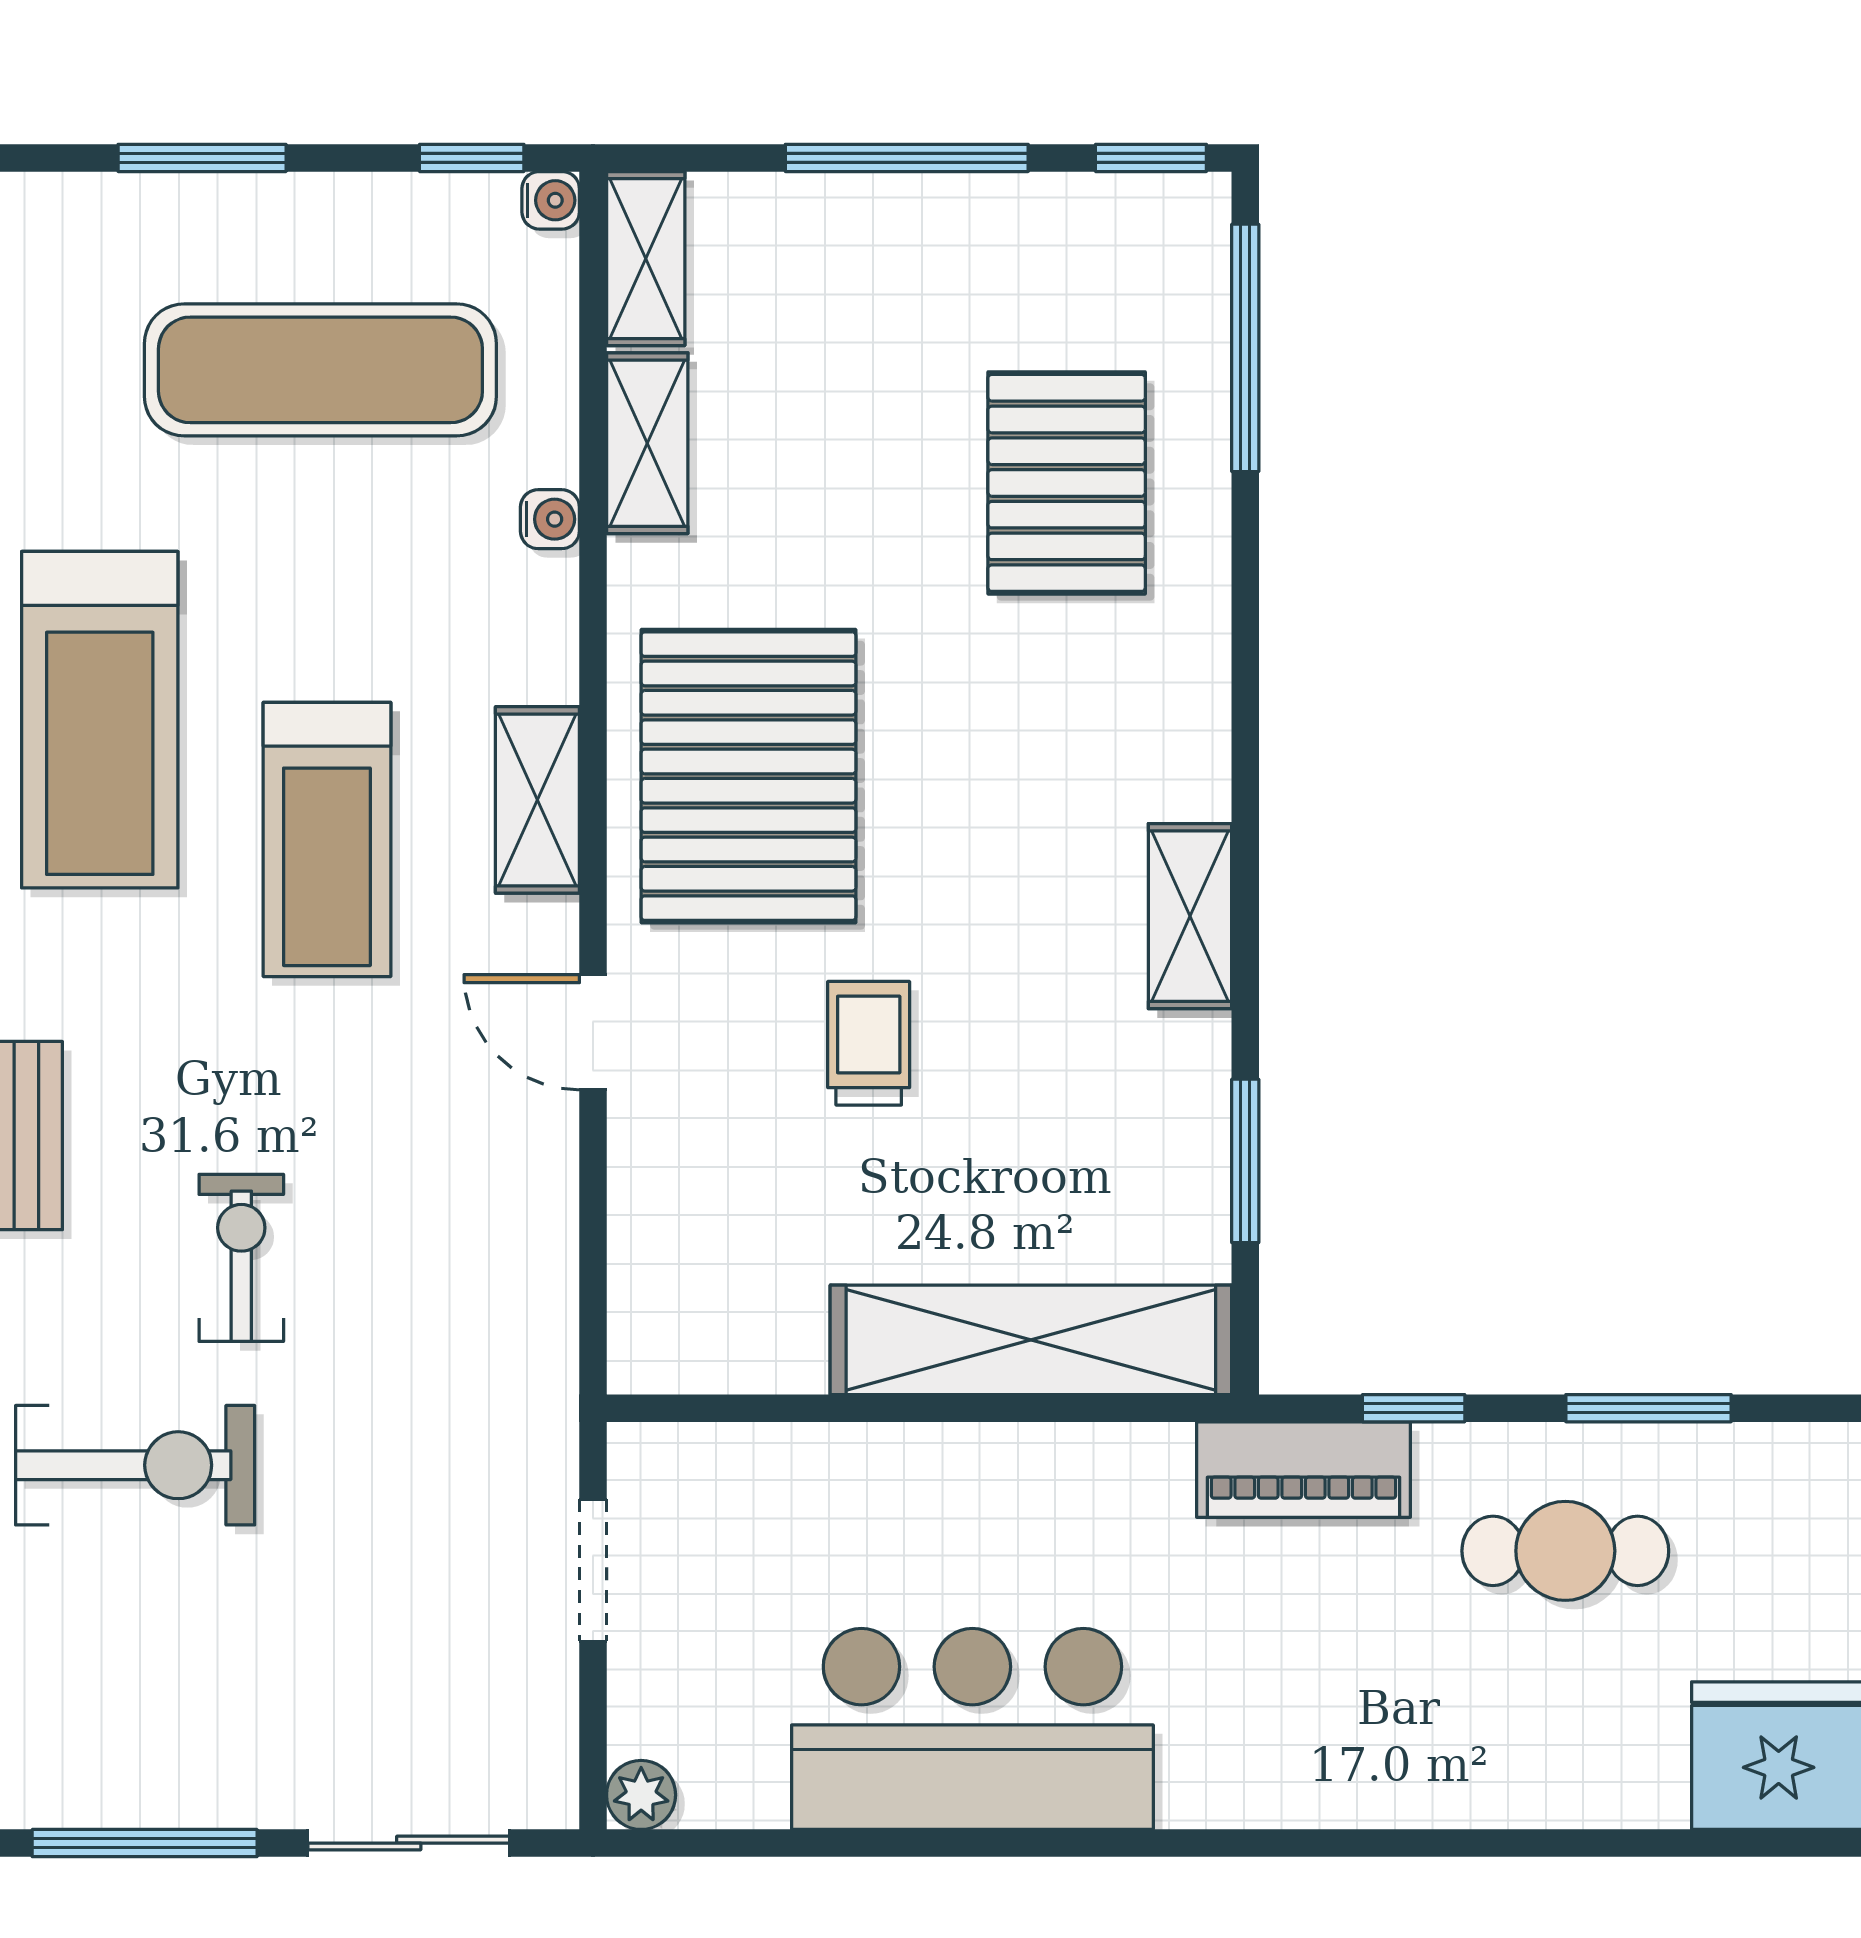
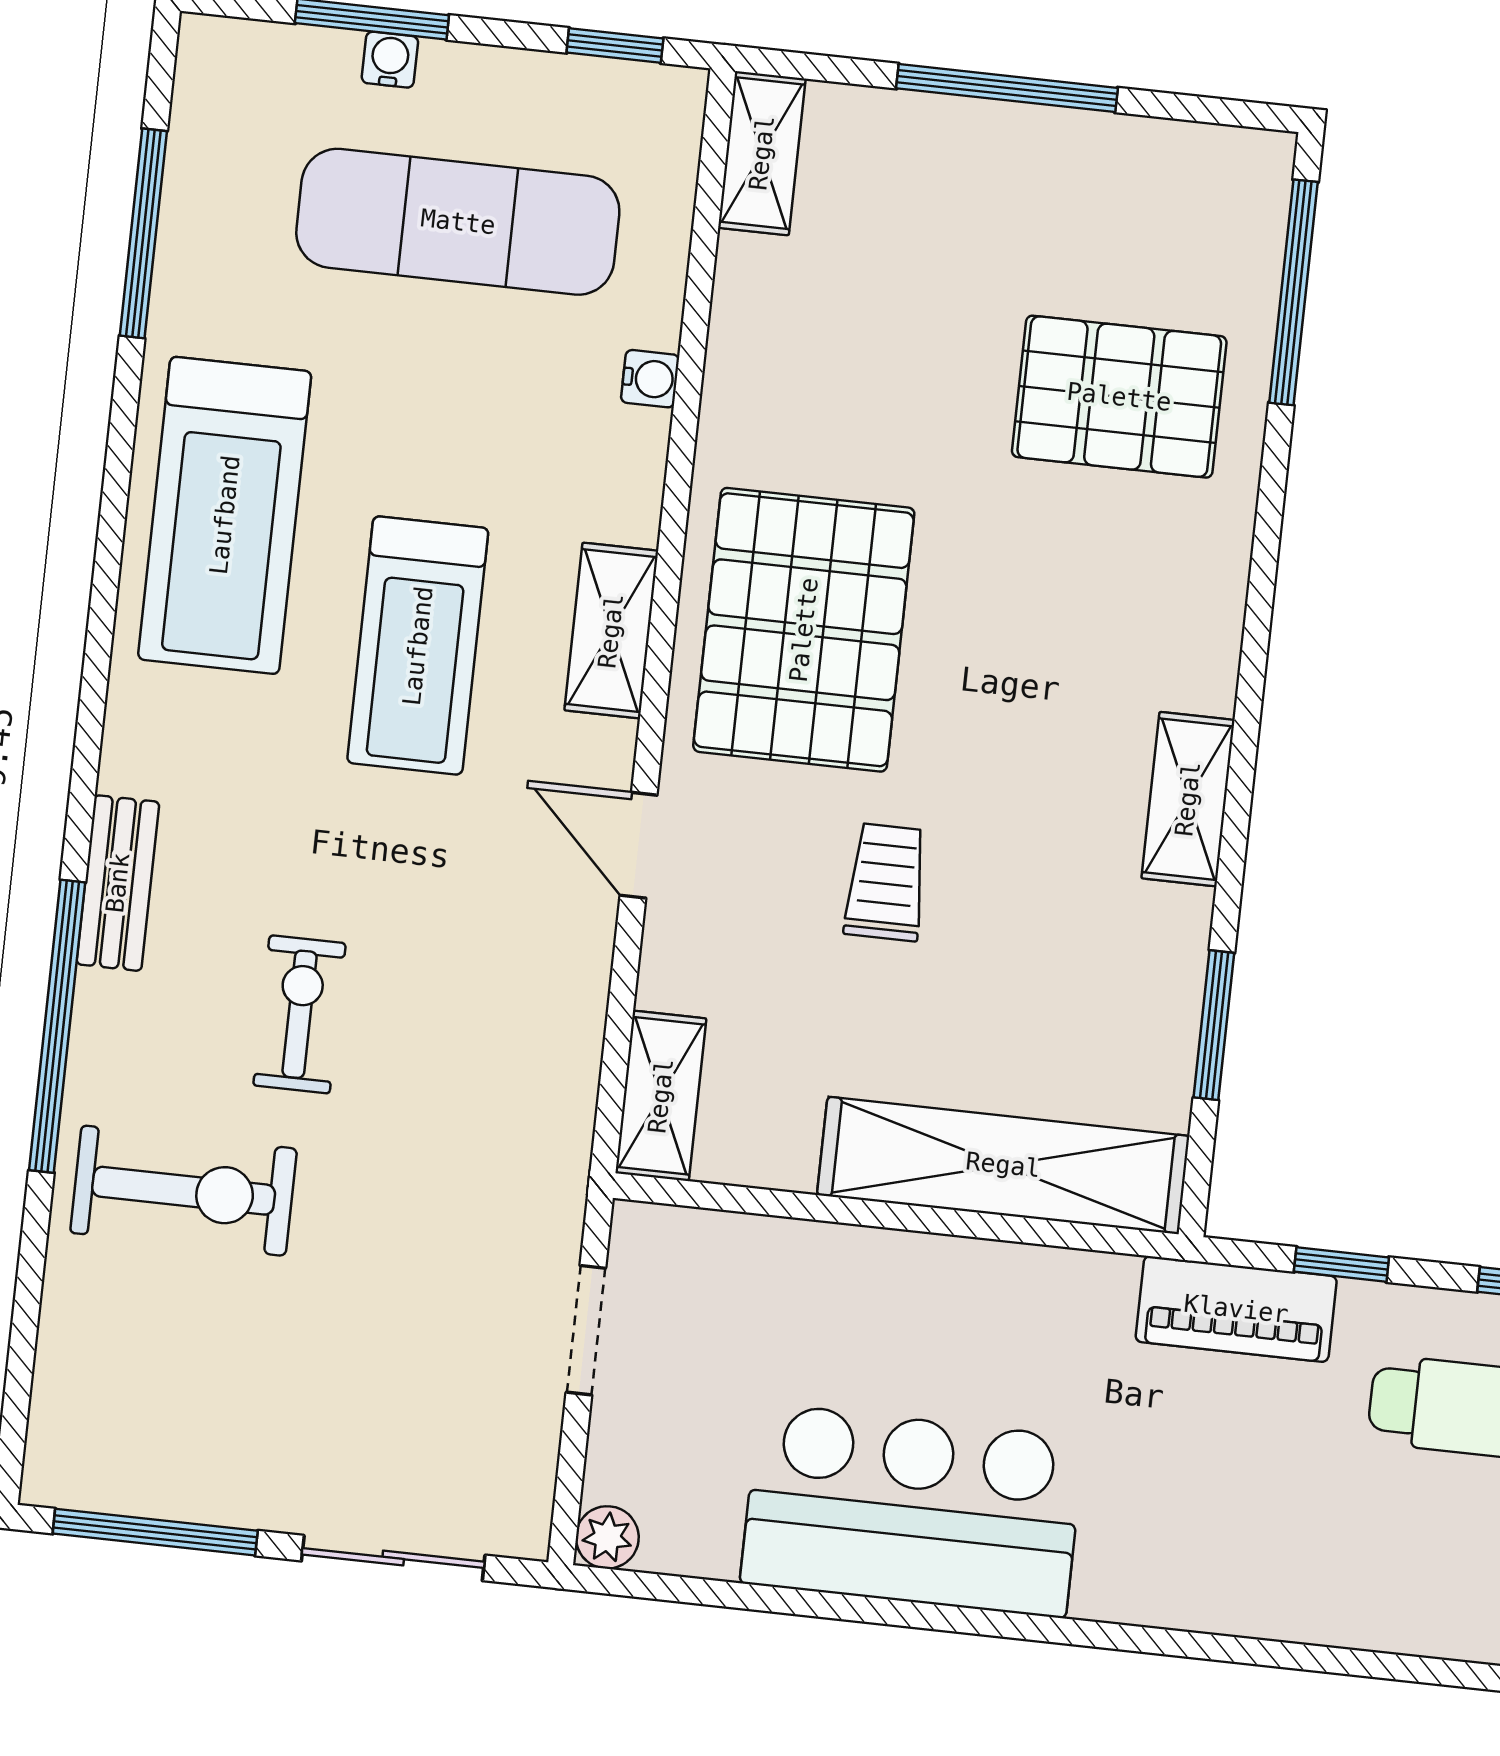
window: (1151, 158) -> (1227, 112), removed
water cooler: (551, 200) -> (390, 60), moved, turned -90
shelving: (647, 443) -> (661, 1096), moved
pallet: (1067, 483) -> (1119, 397), turned 90

